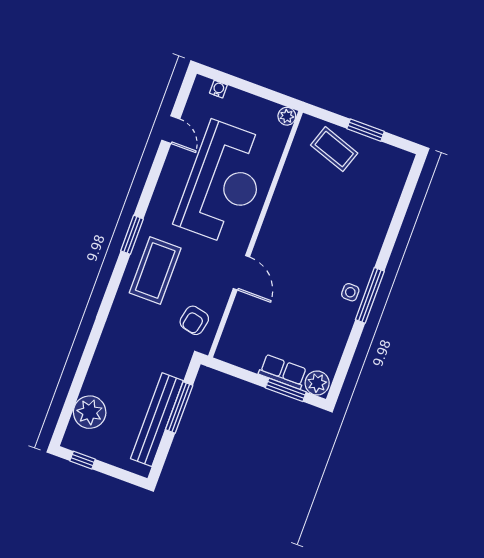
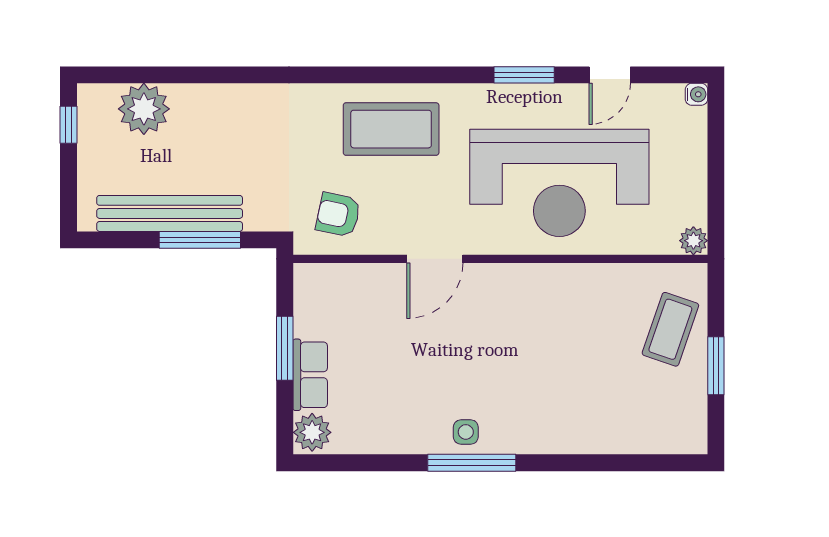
water cooler: (218, 89) -> (696, 94), moved
window: (132, 235) -> (524, 75), moved
window: (286, 390) -> (285, 348), moved

